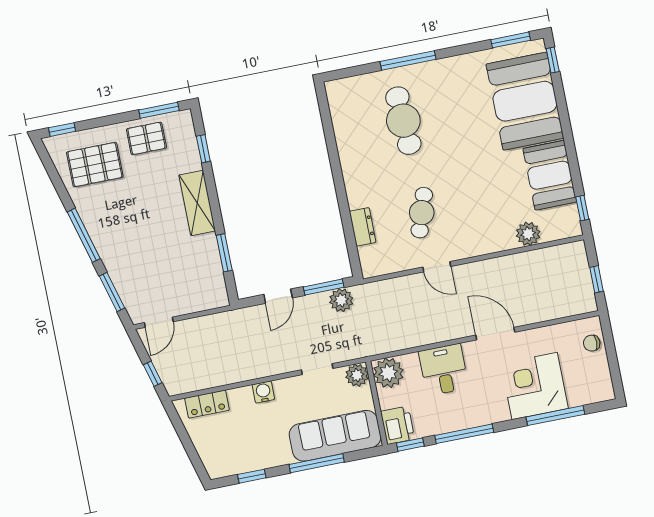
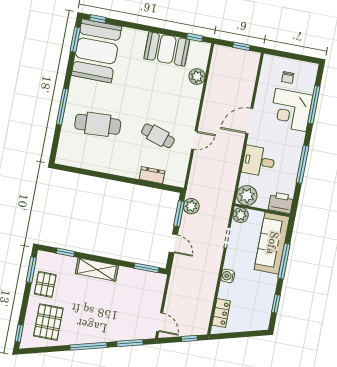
booth: (525, 101) -> (96, 51), moved, turned 90
window: (224, 253) -> (146, 268), moved
chair: (592, 343) -> (288, 77), moved
window: (410, 445) -> (296, 200), removed

